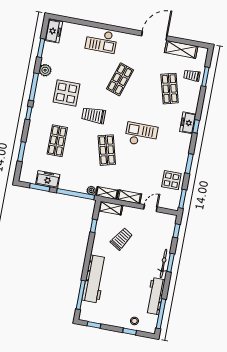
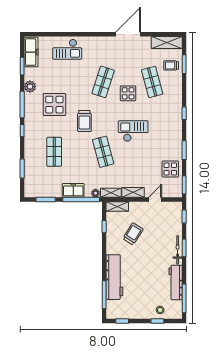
freezer: (54, 31) -> (31, 52), width x1.40
checkout: (101, 41) -> (67, 49), moved
shelving: (181, 49) -> (167, 42), moved
display table: (143, 96) -> (128, 93), added
trolley: (94, 115) -> (84, 121), turned -90
freezer: (188, 123) -> (176, 111), removed
freezer: (48, 179) -> (73, 190), moved

